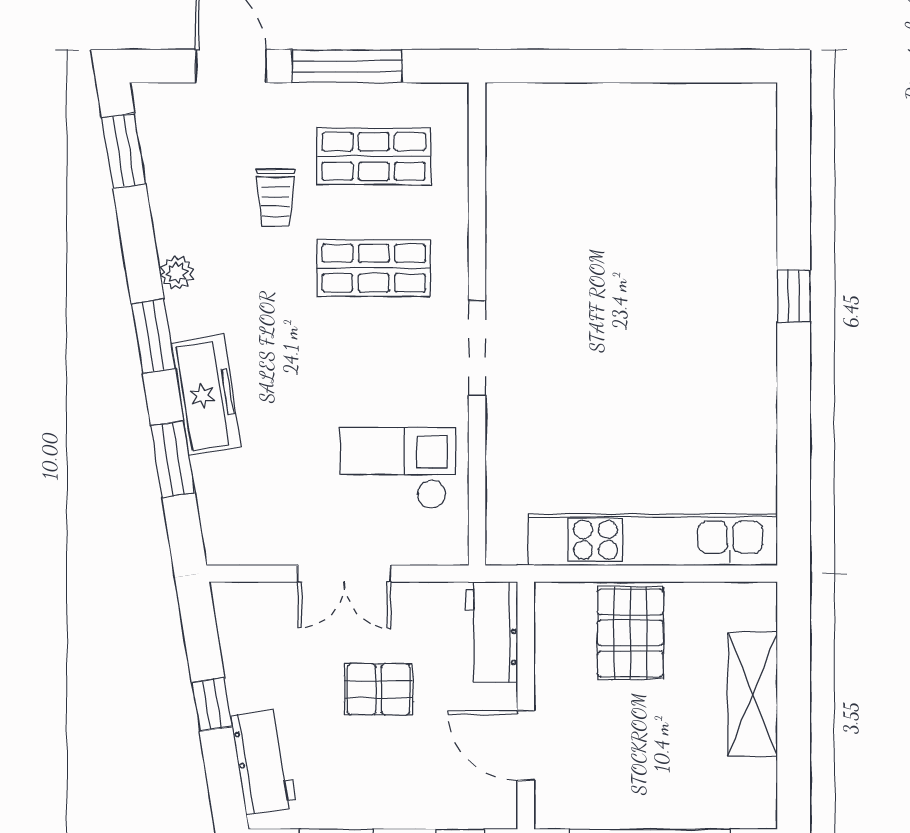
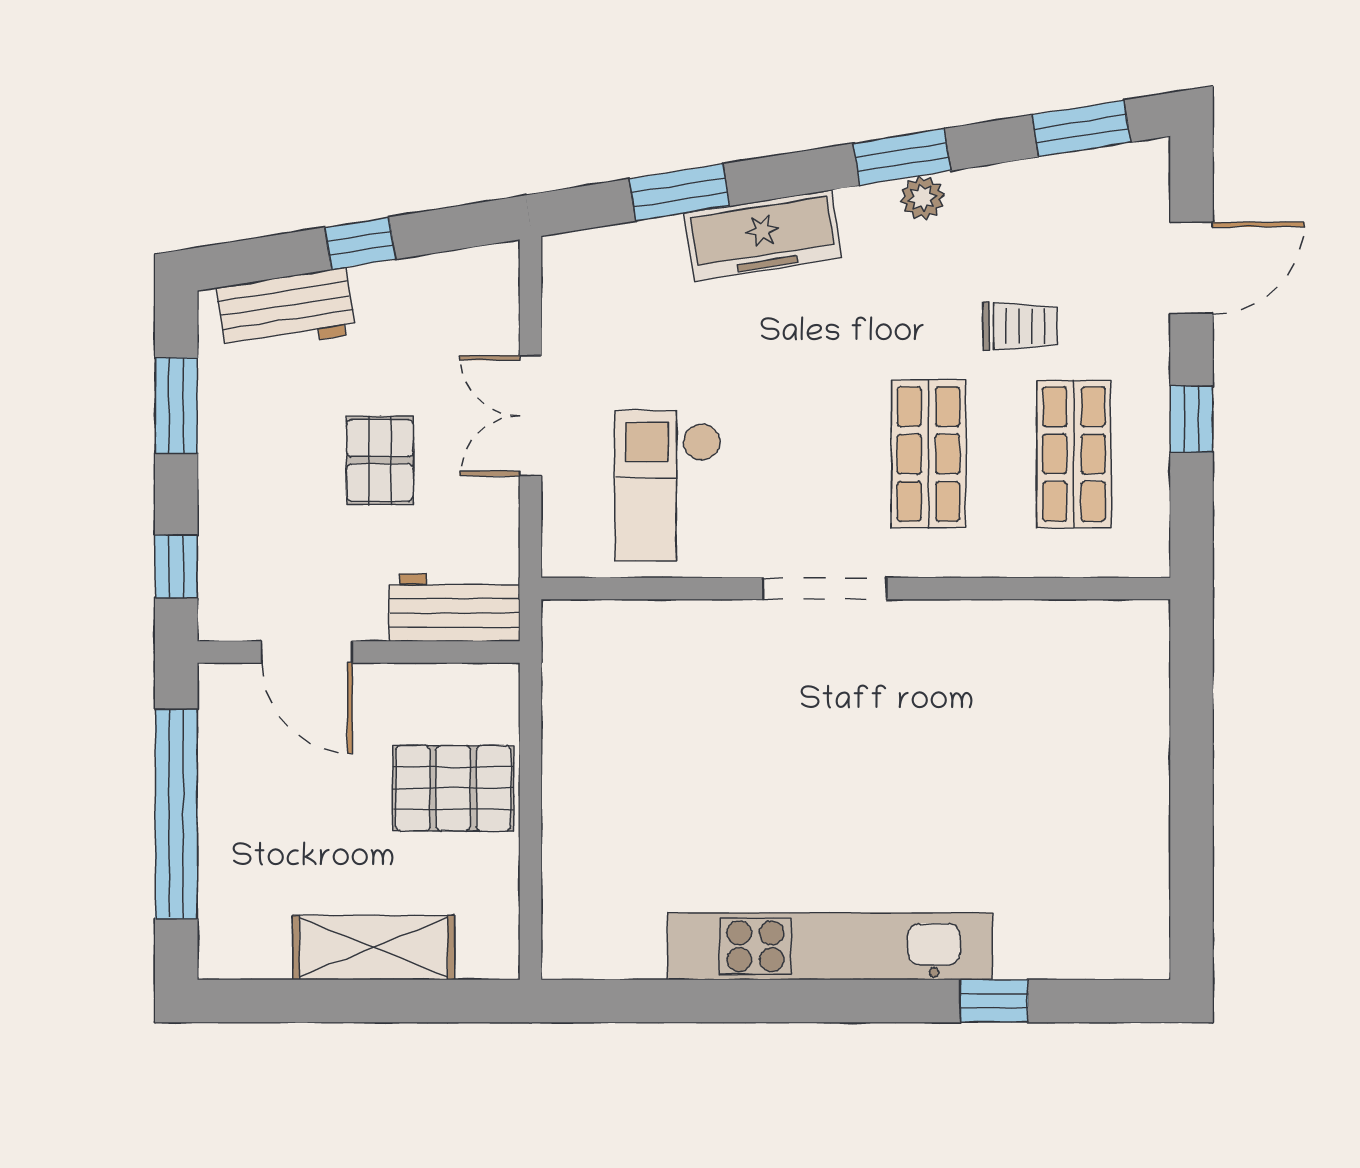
window: (347, 66) -> (1191, 419), width x0.46
trolley: (276, 198) -> (1020, 326), turned 180
window: (794, 296) -> (994, 1001), moved
window: (153, 336) -> (902, 157), moved
checkout: (398, 468) -> (668, 486), turned 180
kitchen unit: (653, 540) -> (830, 946), moved, turned -90
door: (526, 745) -> (307, 652), swing flipped

